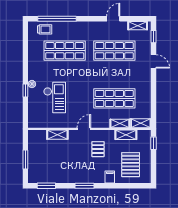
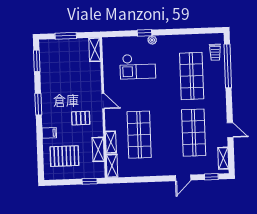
shelving: (57, 135) -> (95, 50), moved

